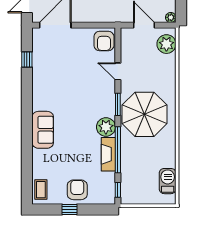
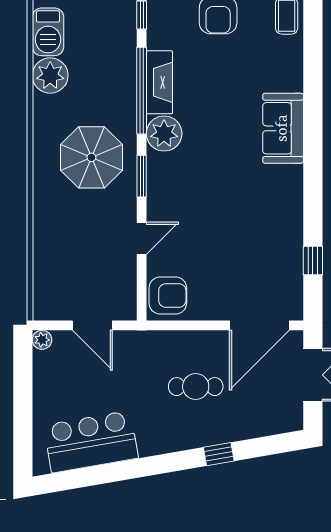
armchair: (104, 41) -> (168, 295), turned 90
plant: (166, 44) -> (50, 76), moved
door: (118, 71) -> (142, 238), hinge flipped
parasol: (145, 114) -> (91, 157), width x0.73, depth x0.73

